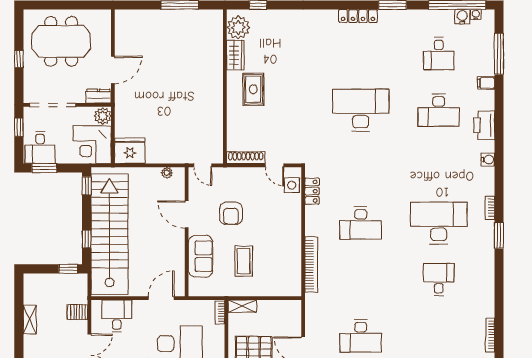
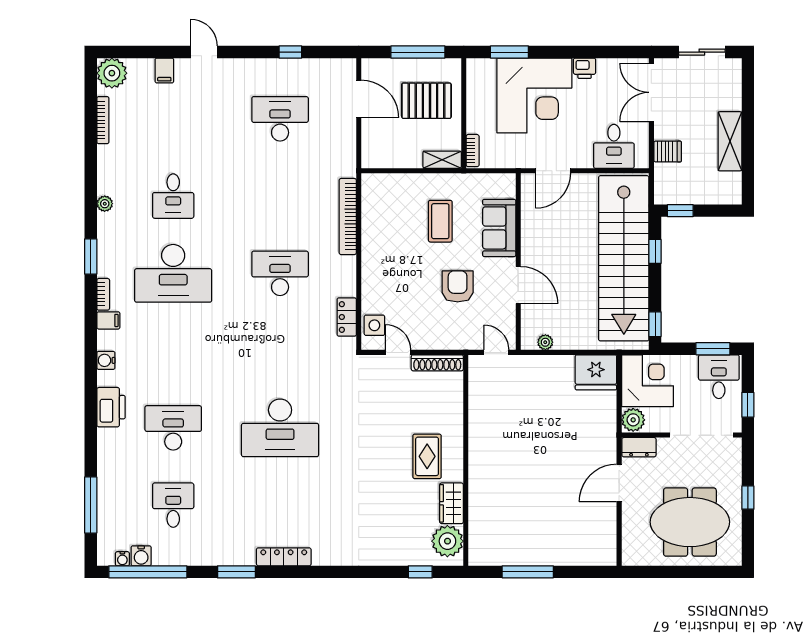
filing cabinet: (486, 83) -> (108, 320), moved
plant: (489, 274) -> (105, 204), added
shelving: (30, 320) -> (730, 141), width x1.50, depth x1.33

